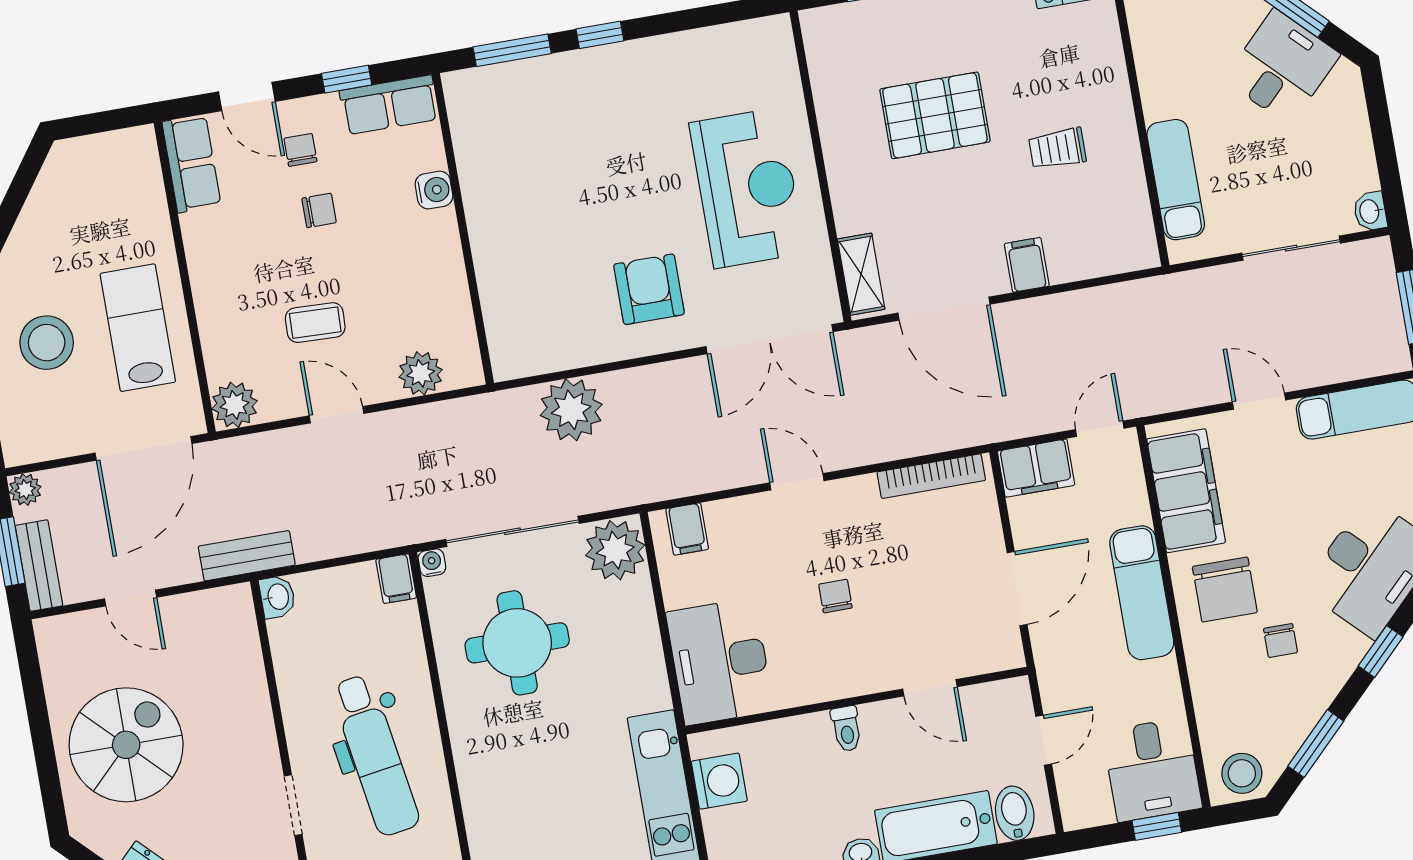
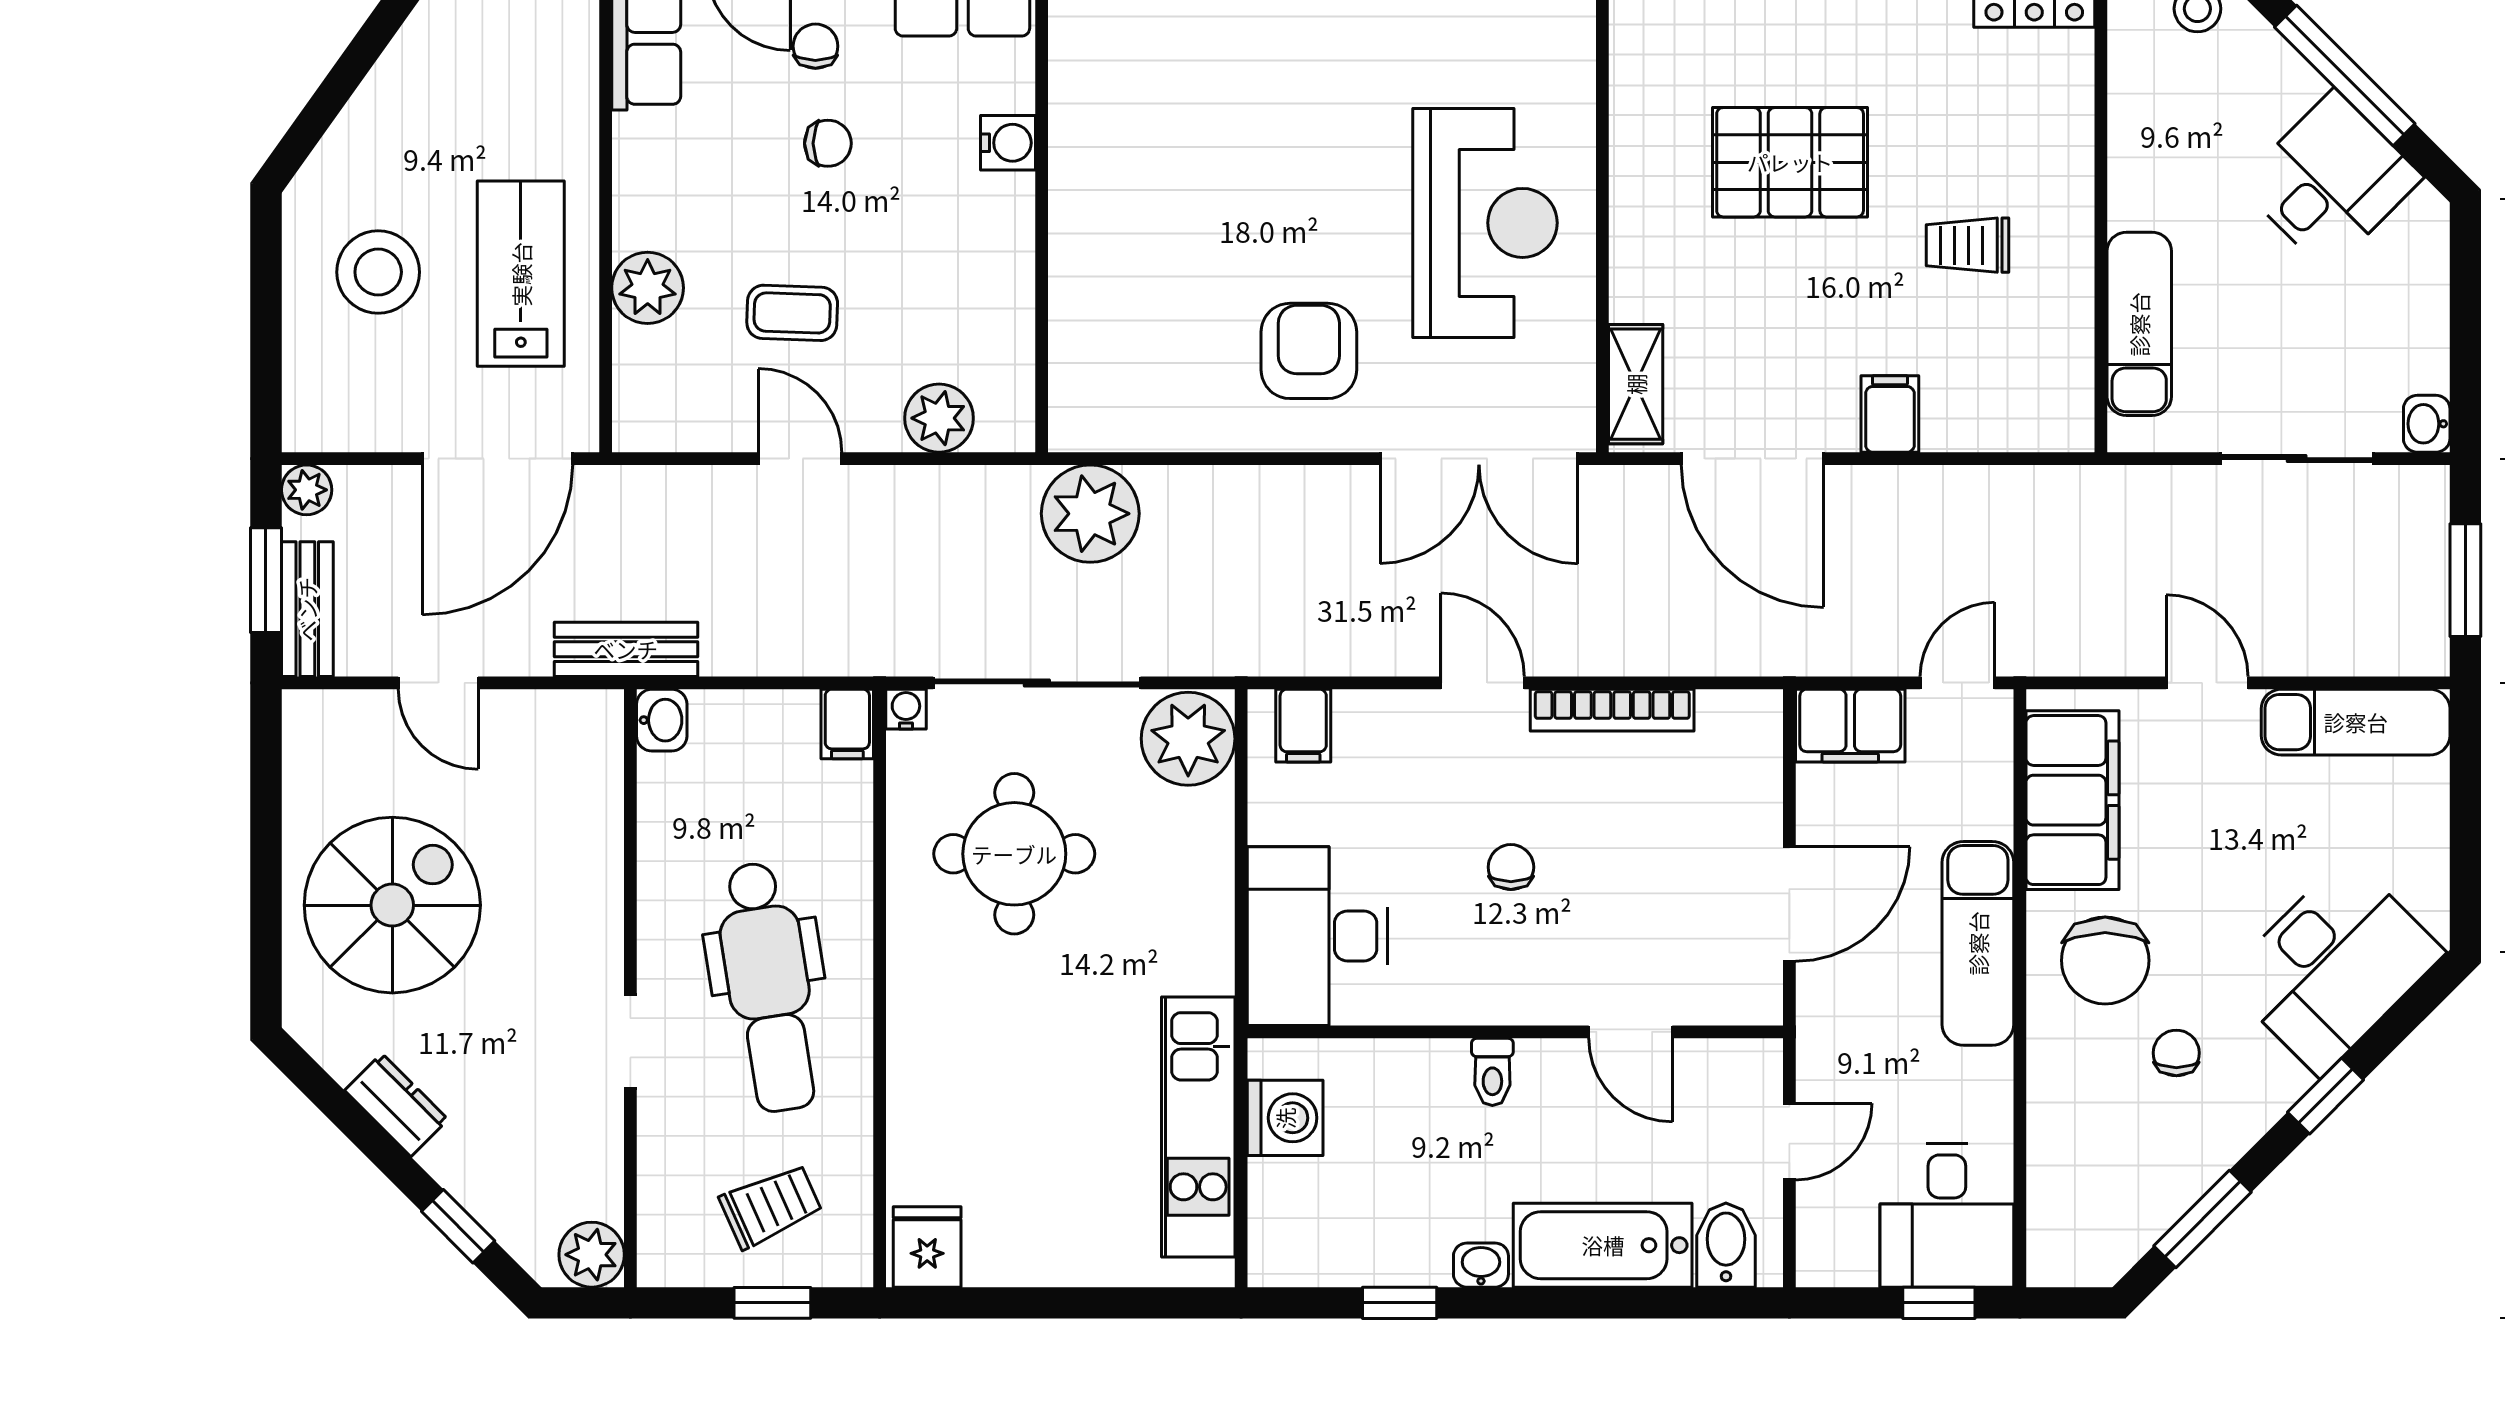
plant: (235, 405) -> (648, 288), moved
plant: (571, 410) -> (1090, 514), moved
bookcase: (931, 476) -> (1612, 710), moved
chair: (1280, 641) -> (2176, 1053), turned 180
stool: (1242, 773) -> (2082, 1245), removed

